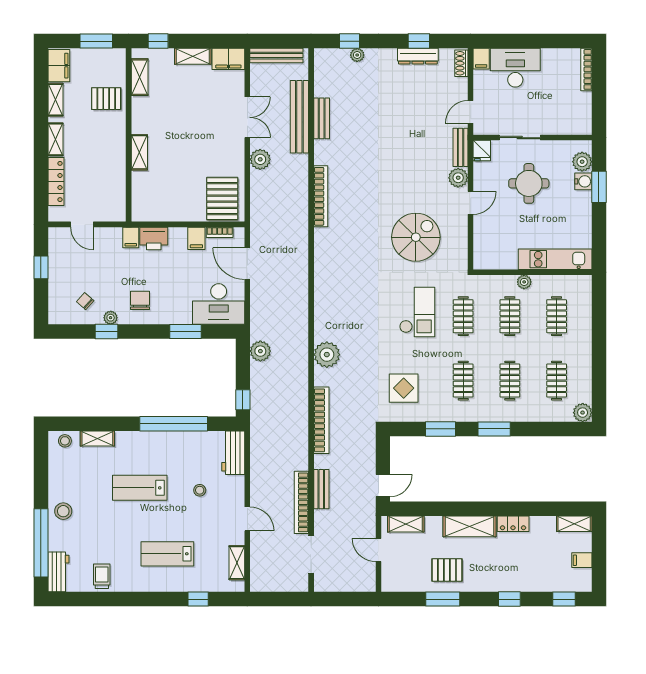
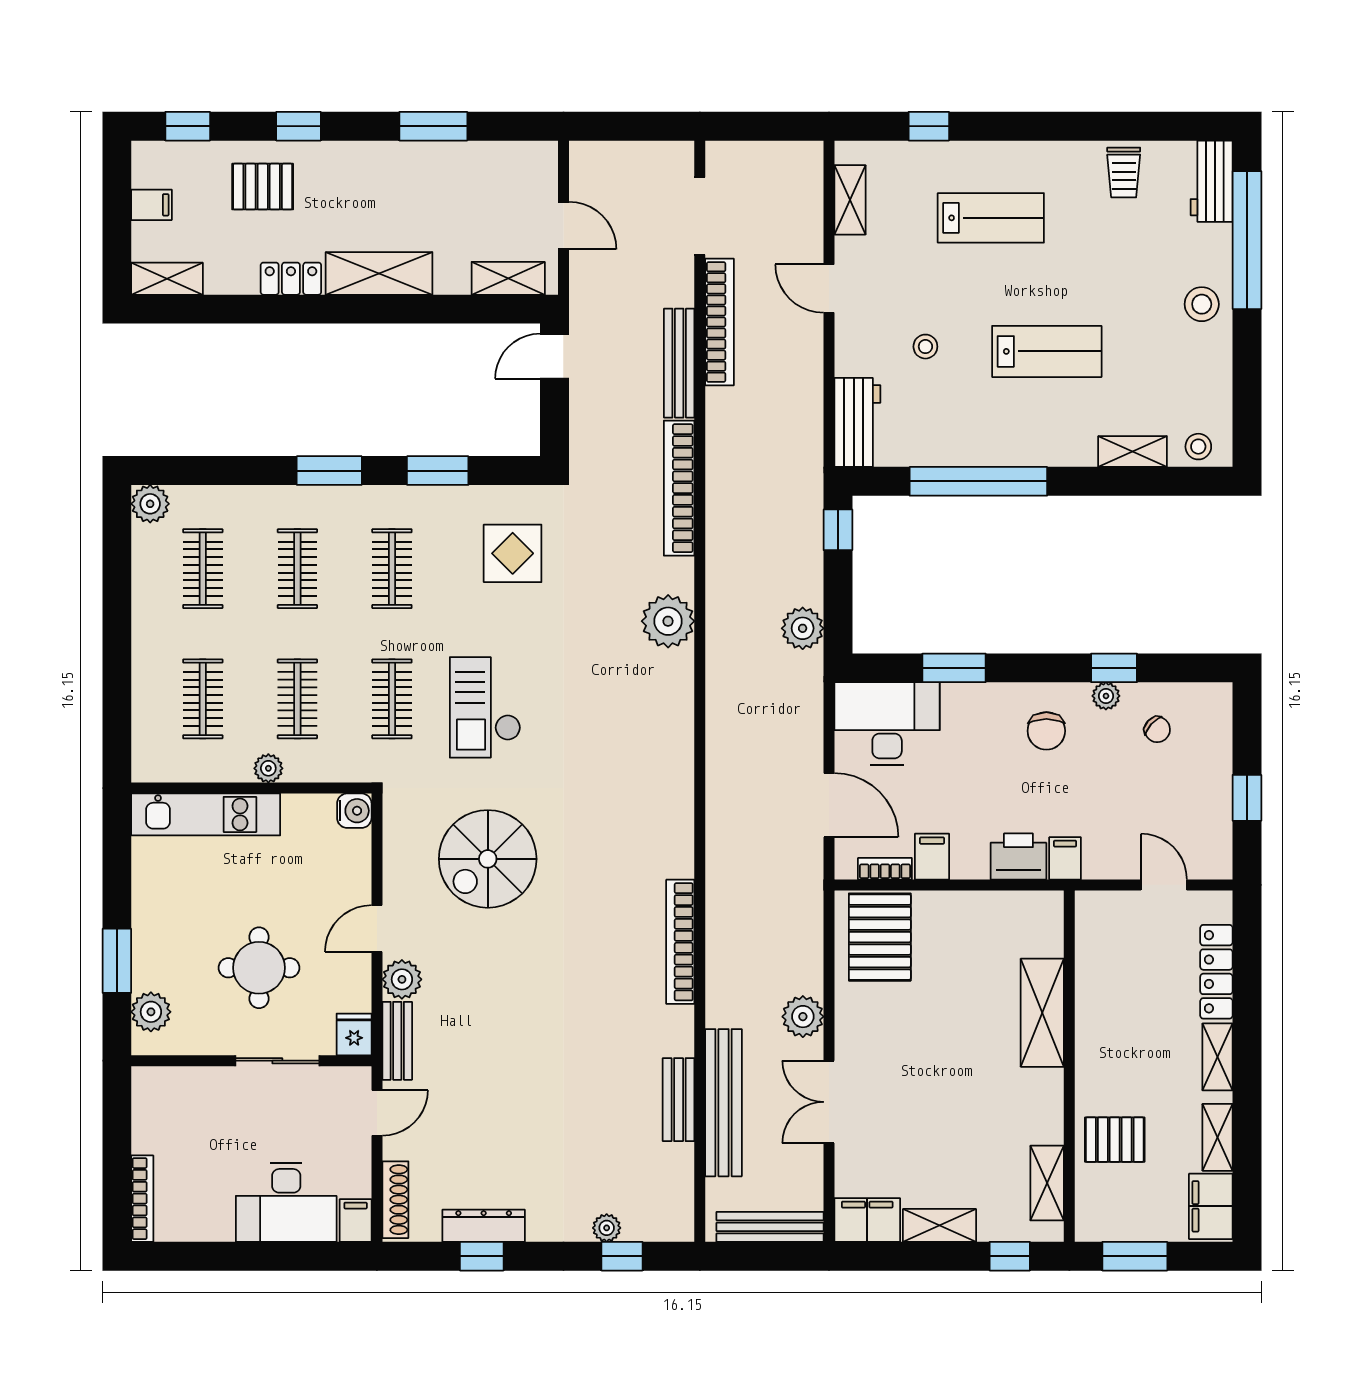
shoe rack: (461, 63) -> (395, 1200), width x1.43
shelving: (139, 152) -> (1042, 1013), width x1.50, depth x1.33
water cooler: (583, 181) -> (354, 811), moved, turned 180
bench: (321, 489) -> (679, 363), width x1.36
pallet: (447, 570) -> (263, 187), moved

